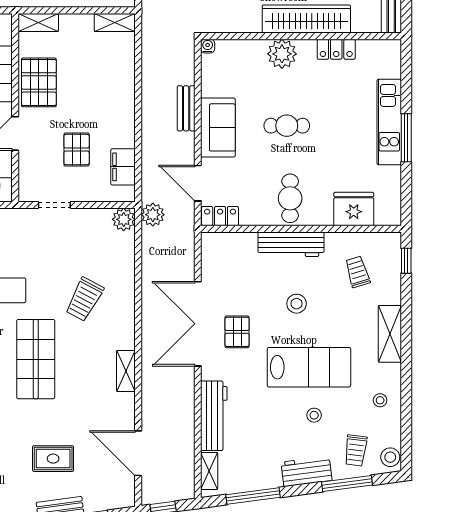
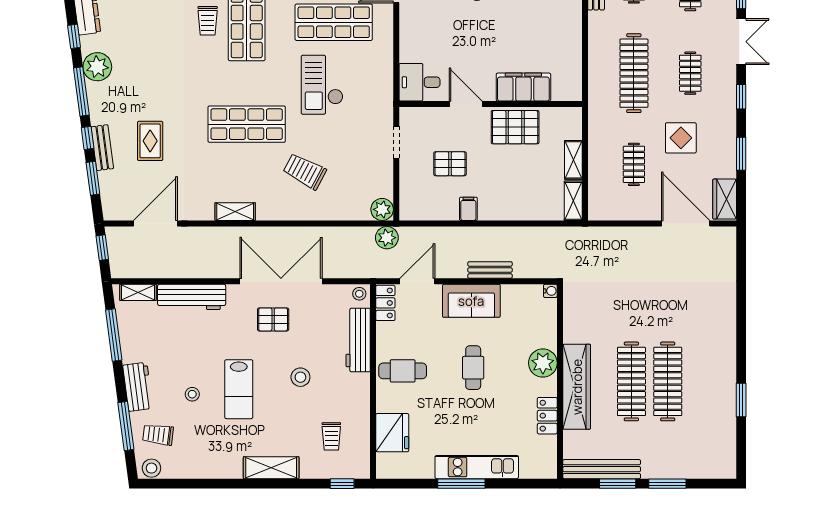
shelving: (38, 22) -> (573, 160), moved
filing cabinet: (123, 167) -> (468, 209), moved, width x0.50
workbench: (291, 244) -> (358, 340), moved
trolley: (357, 272) -> (331, 436), turned 107
lab bench: (309, 367) -> (239, 389), width x0.73, depth x0.72
stool: (380, 400) -> (359, 294), moved

